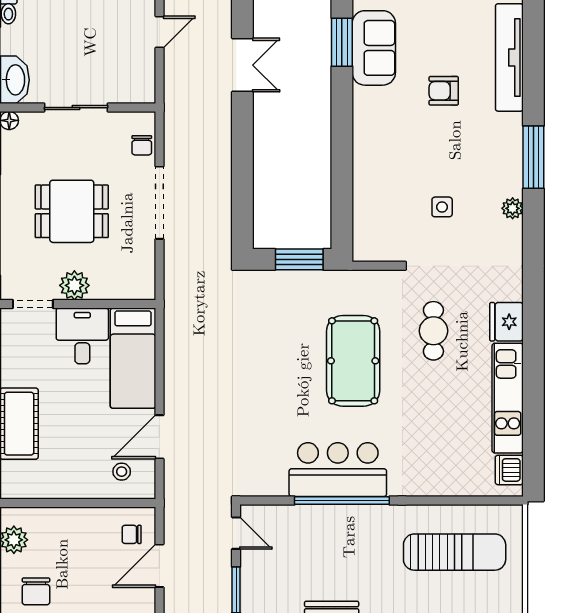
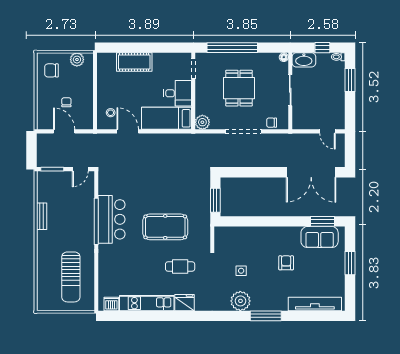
double door: (242, 65) -> (311, 172), width x1.87
armchair: (444, 91) -> (286, 263), moved
plant: (513, 208) -> (240, 301), width x1.88, depth x1.88
plant: (74, 285) -> (202, 122), moved
chair: (132, 534) -> (66, 102), moved

